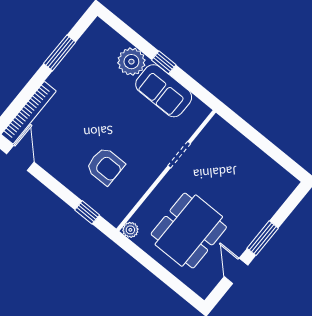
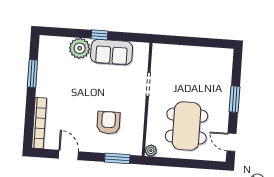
door: (20, 158) -> (68, 155), moved
armchair: (105, 166) -> (108, 123), turned -90
window: (87, 212) -> (117, 158), width x1.50
door: (236, 271) -> (231, 142), moved

